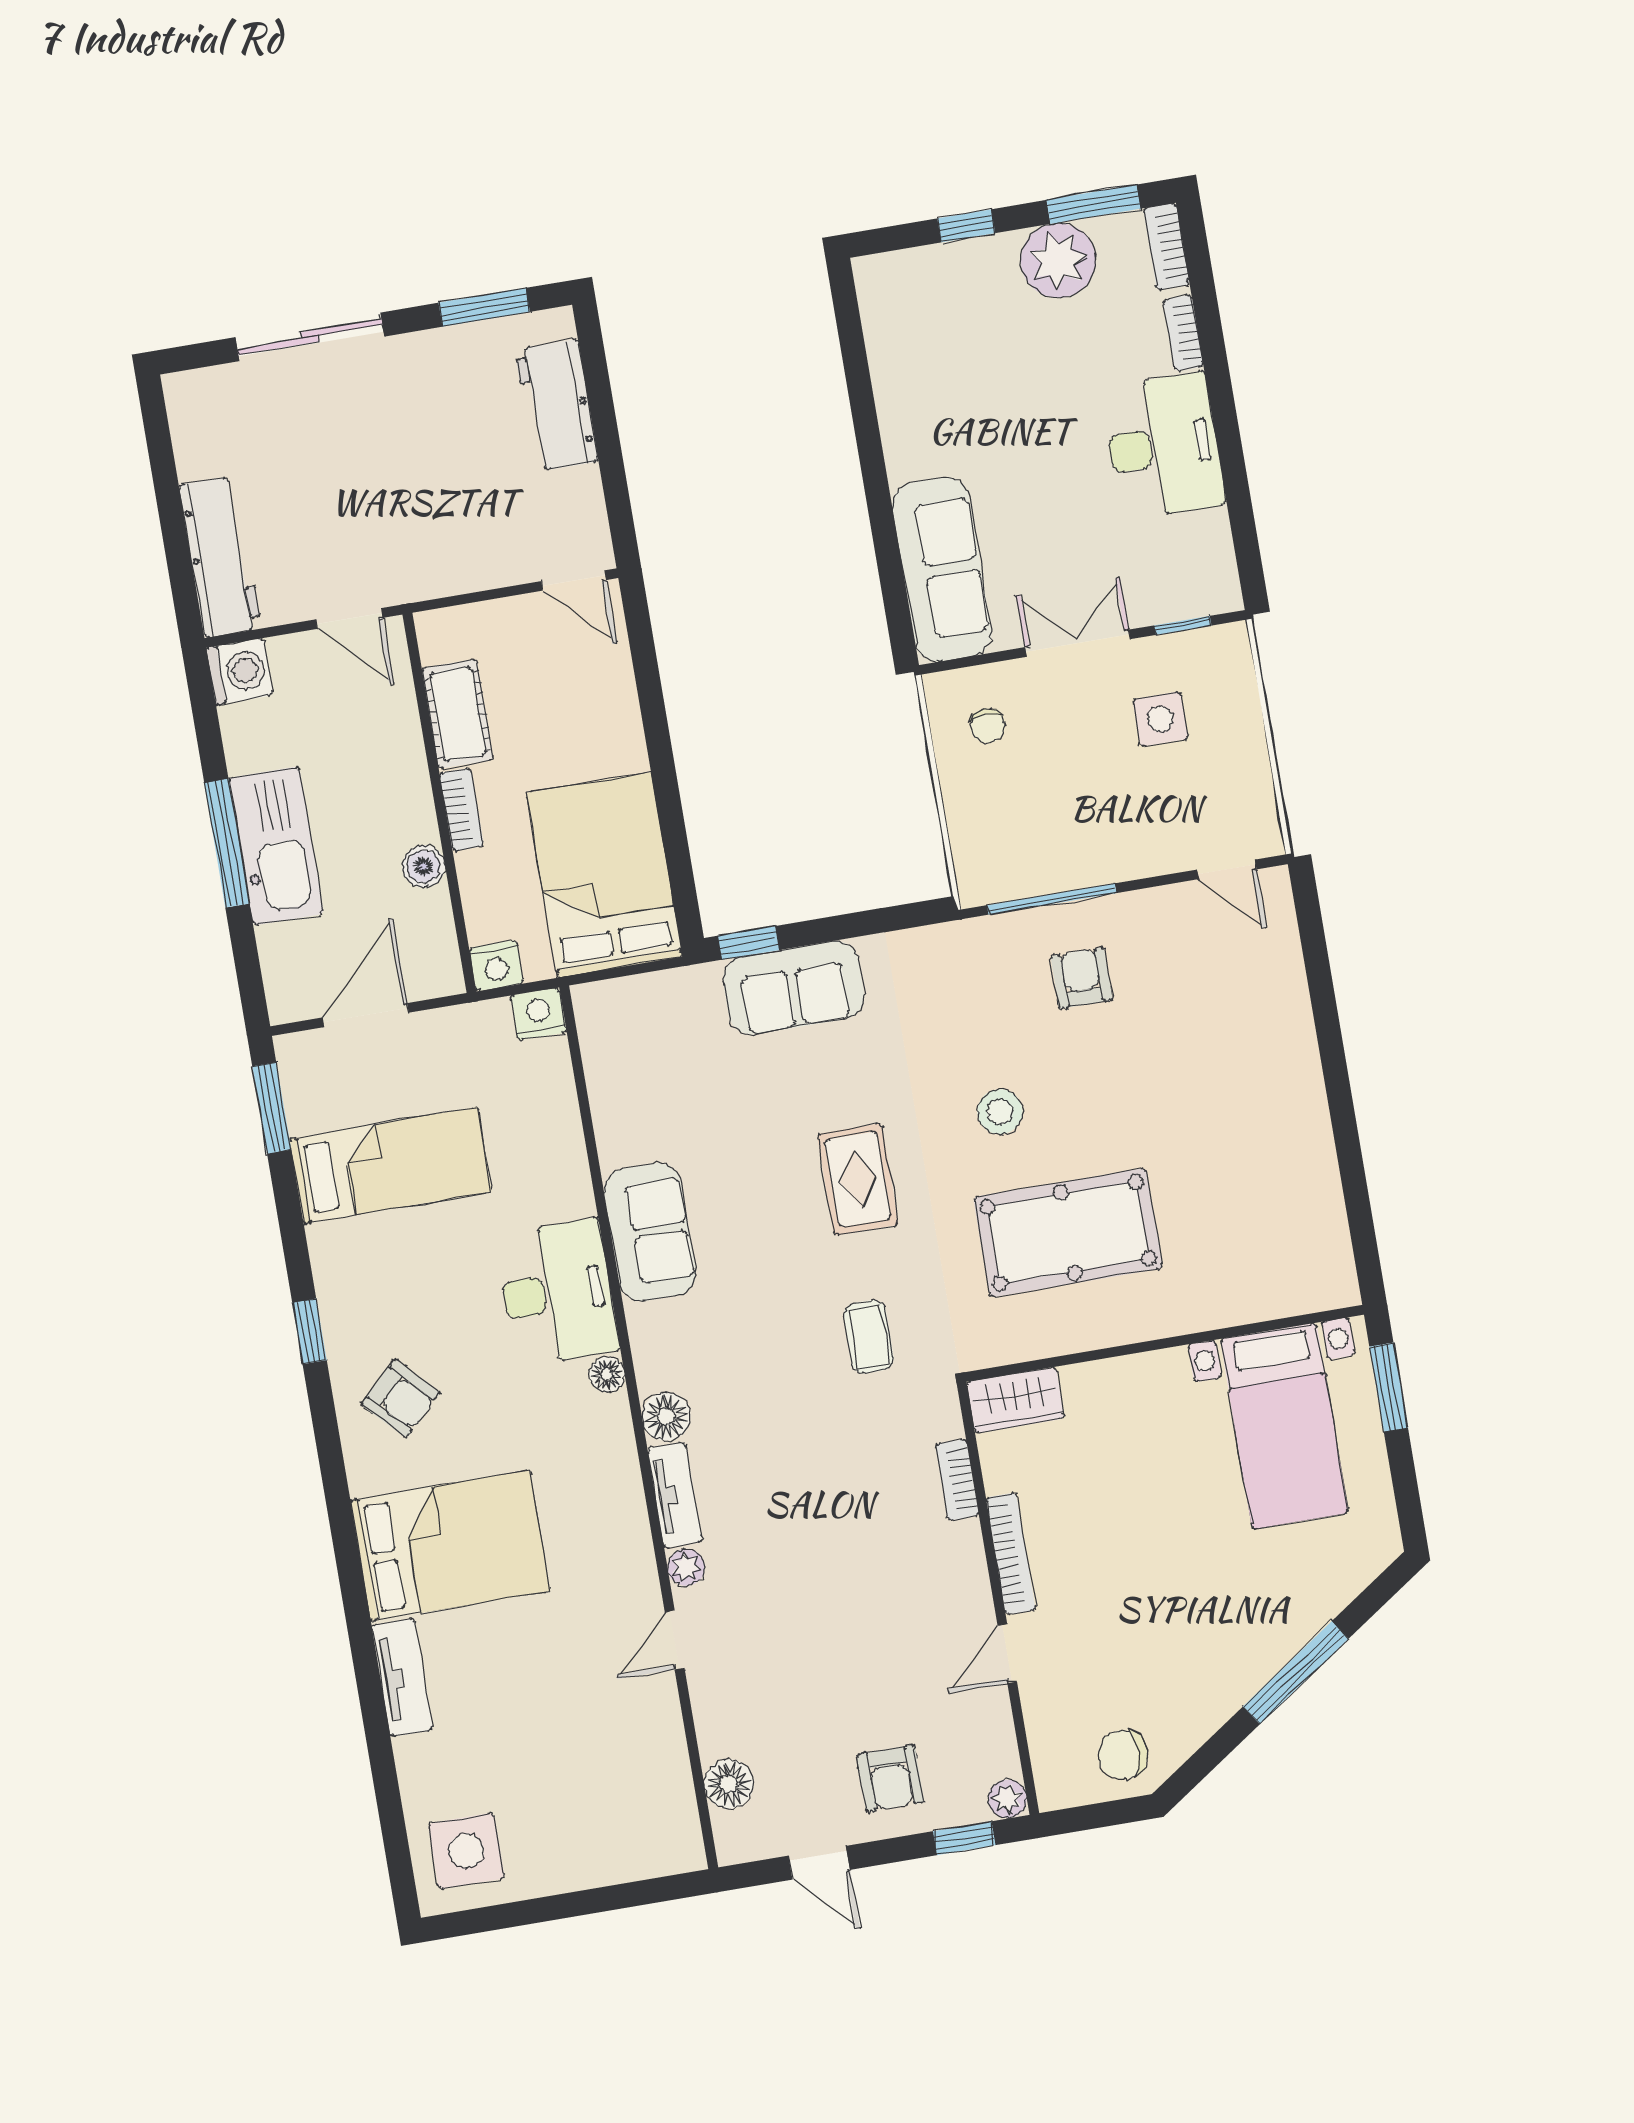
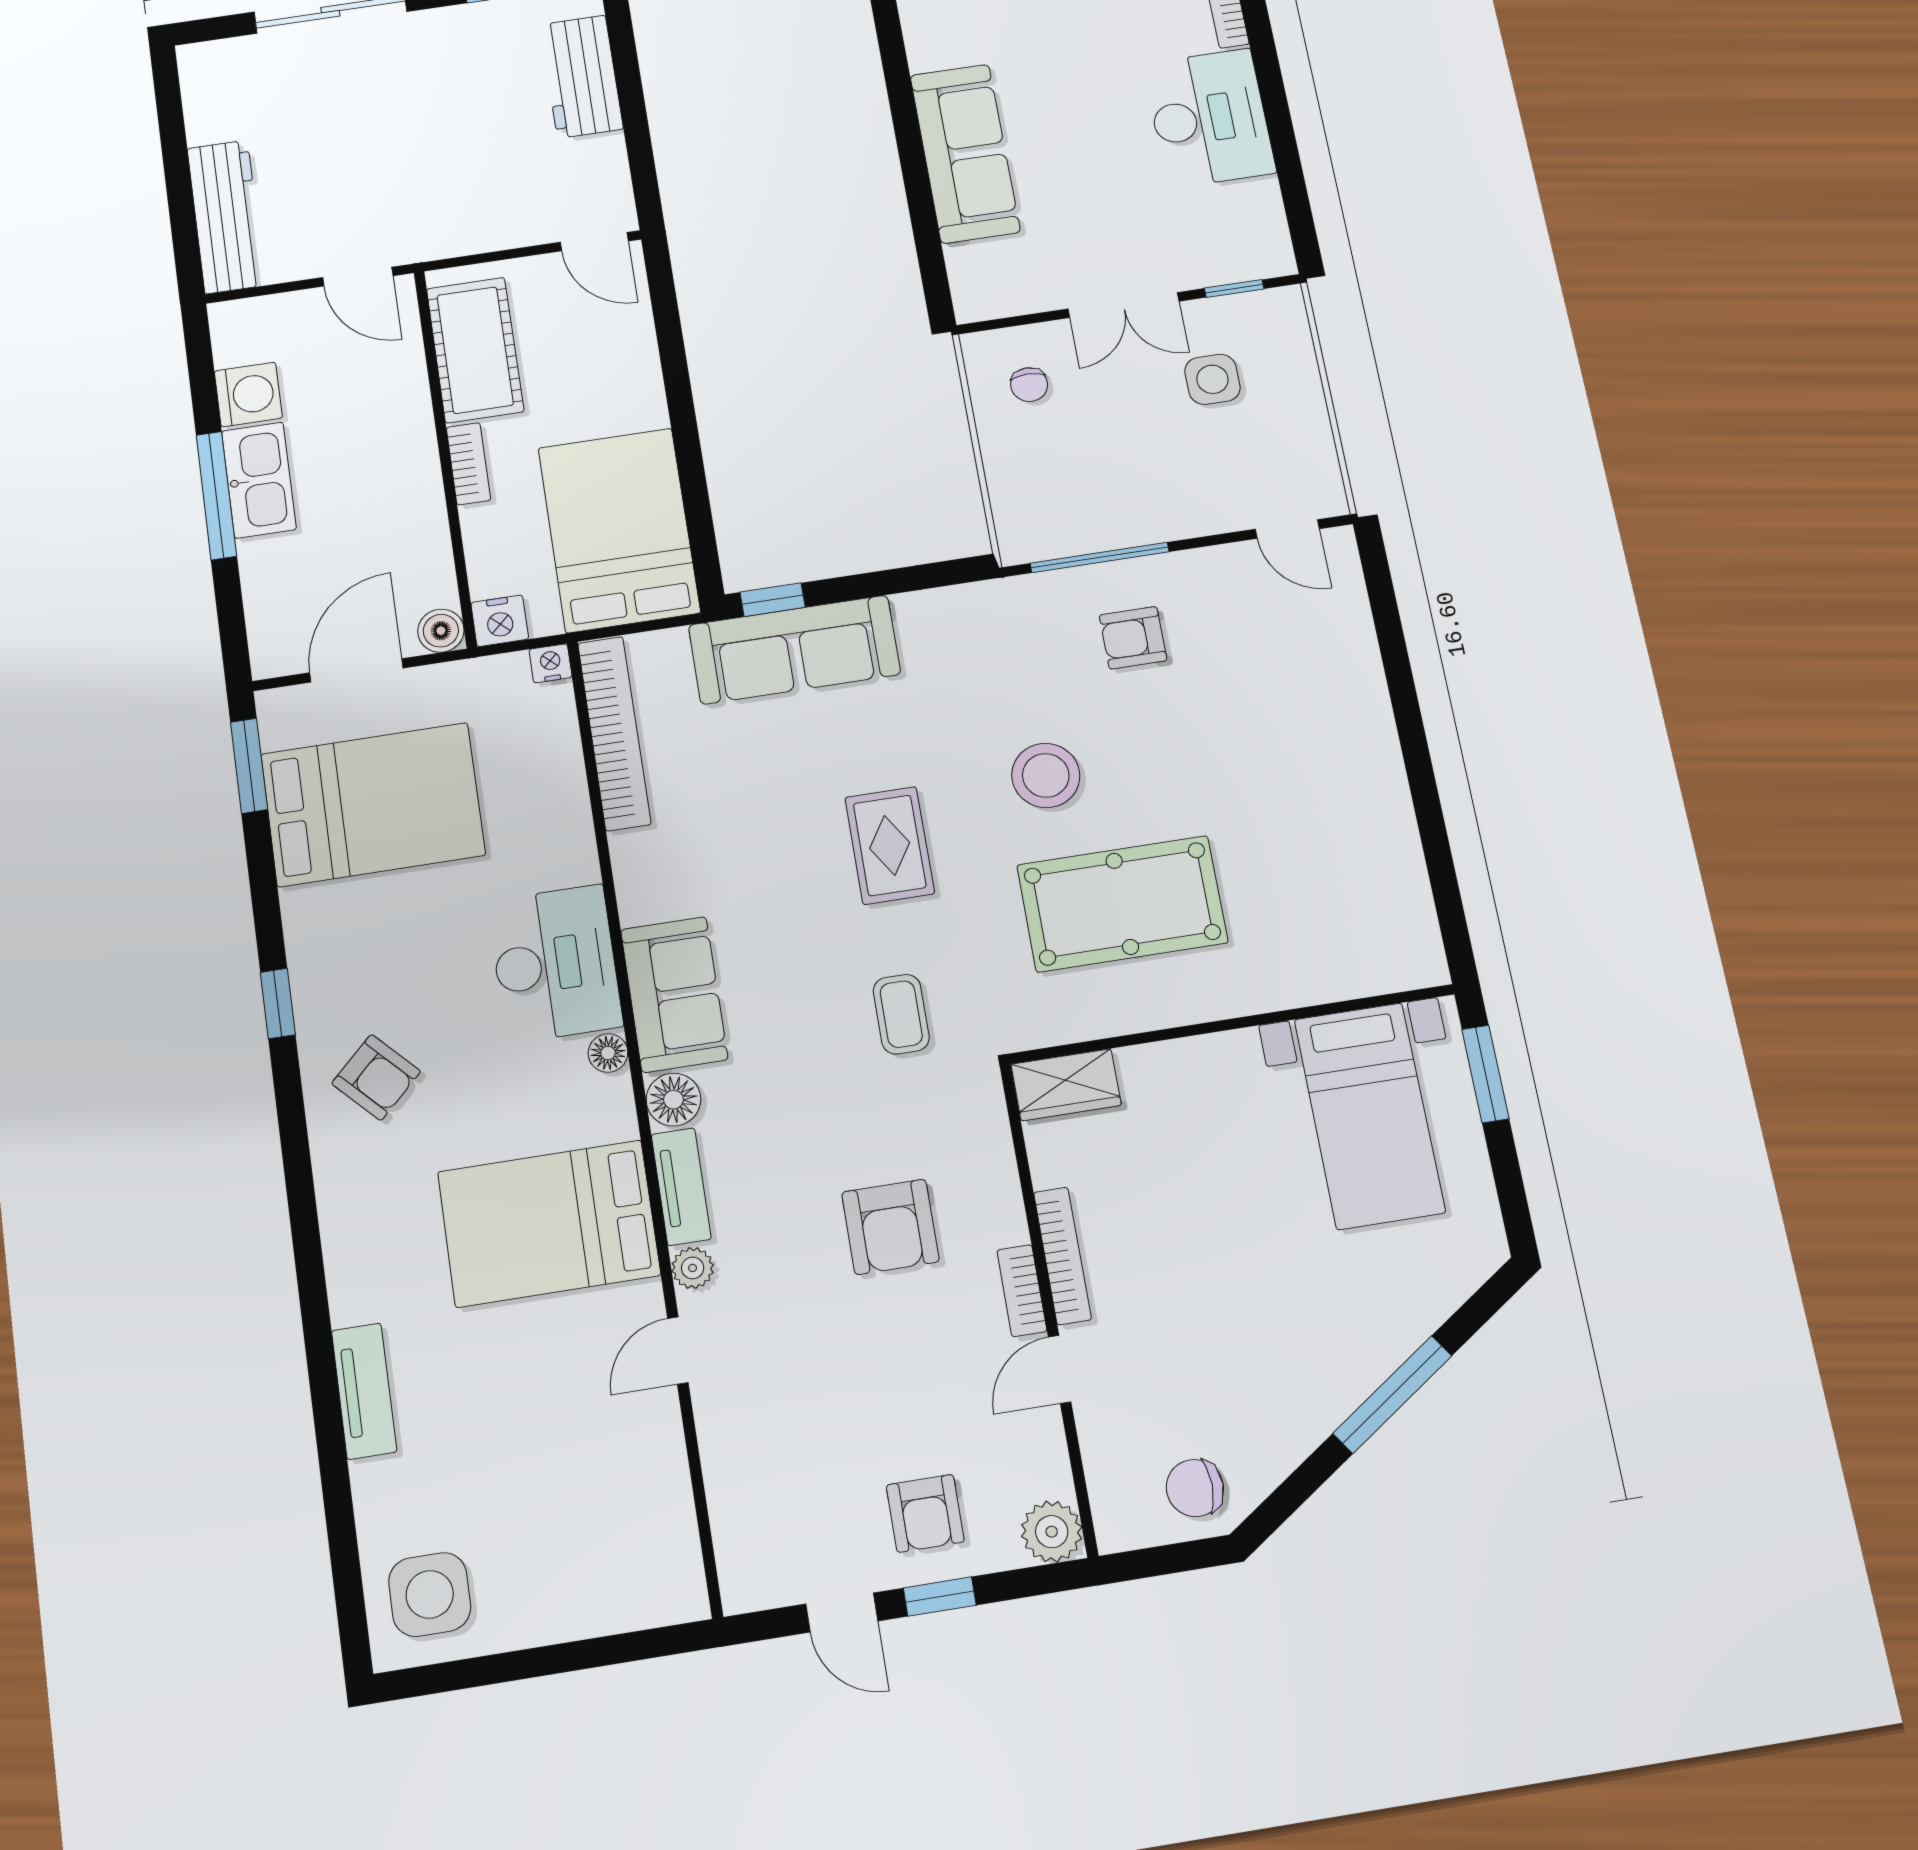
sofa: (942, 569) -> (965, 153), moved
double door: (1078, 643) -> (1123, 305), swing flipped
washing machine: (240, 671) -> (248, 394), moved
cot: (458, 714) -> (475, 350), width x1.37, depth x1.34
kitchen sink: (276, 846) -> (259, 480), width x0.73, depth x0.81
boiler: (424, 866) -> (441, 631), moved
armchair: (1082, 978) -> (1133, 638), turned -90
sofa: (794, 988) -> (794, 650), width x1.36
nightstand: (539, 1014) -> (551, 663), width x0.72, depth x0.74
bookcase: (605, 1074) -> (614, 733), added
stool: (1000, 1112) -> (1046, 775), width x1.38, depth x1.38
bed: (390, 1165) -> (373, 804), width x1.50
sofa: (650, 1232) -> (674, 994), moved
bookcase: (957, 1480) -> (1022, 1291), moved
armchair: (860, 1529) -> (890, 1227), added
bed: (450, 1546) -> (549, 1223), moved, turned 180
floor lamp: (729, 1784) -> (737, 1518), removed
plant: (1007, 1799) -> (1052, 1532), width x1.38, depth x1.38
window: (964, 1838) -> (940, 1597), moved

